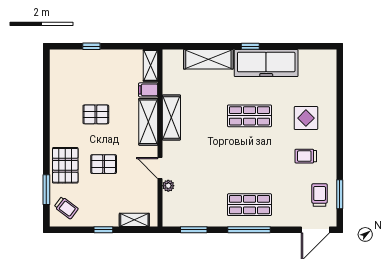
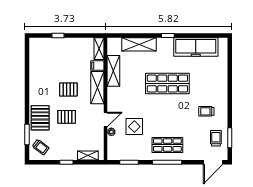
freezer: (266, 63) -> (196, 47), moved
pallet: (96, 114) -> (68, 89), moved
shop shelf: (249, 116) -> (167, 84), width x1.43, depth x1.36
shelving: (171, 117) -> (113, 71), moved
display table: (306, 118) -> (134, 127), moved
door: (160, 168) -> (106, 120), swing flipped

